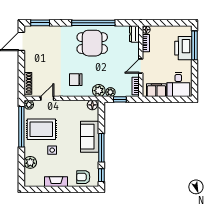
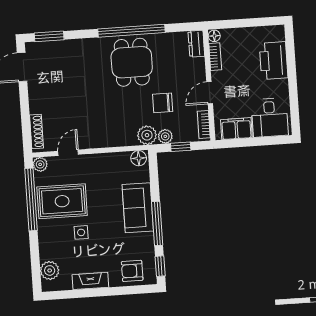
dining table: (92, 43) -> (132, 62), turned 90
window: (194, 45) -> (291, 55), removed
chair: (76, 80) -> (163, 103), moved
plant: (30, 162) -> (50, 270), moved

